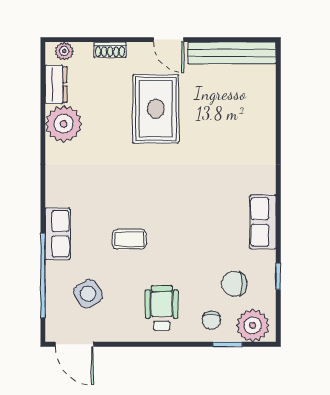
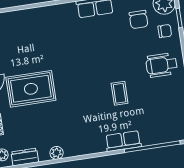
plant: (64, 124) -> (57, 153), width x0.53, depth x0.53
side table: (88, 294) -> (160, 115), removed

